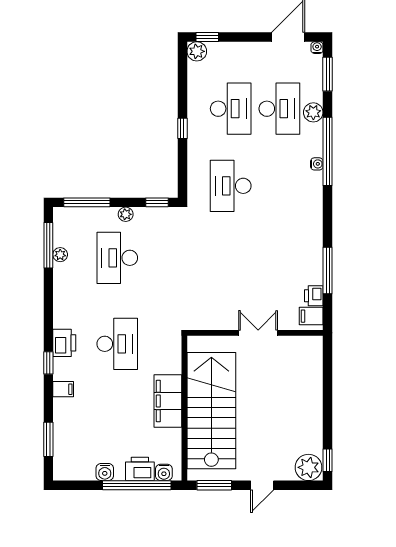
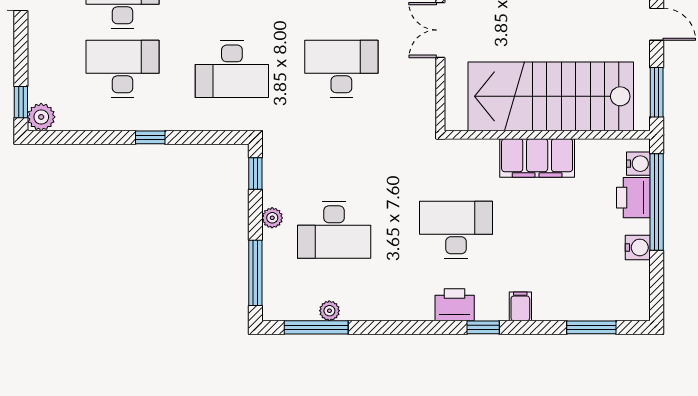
desk: (231, 263) -> (341, 69), added

